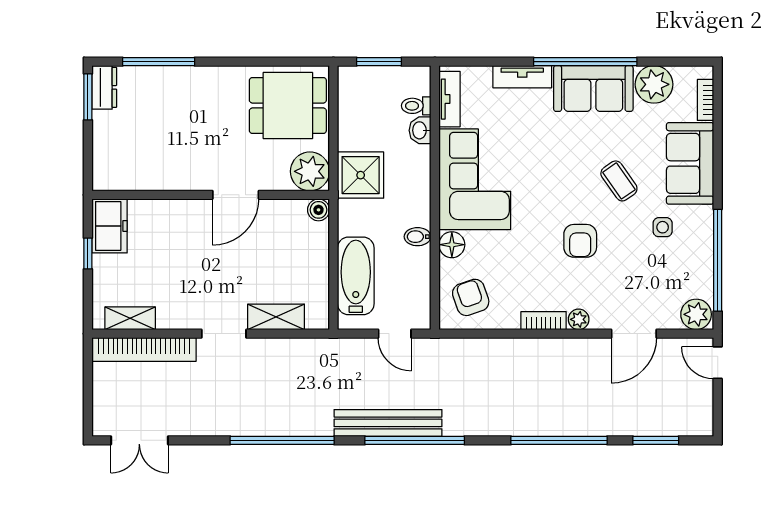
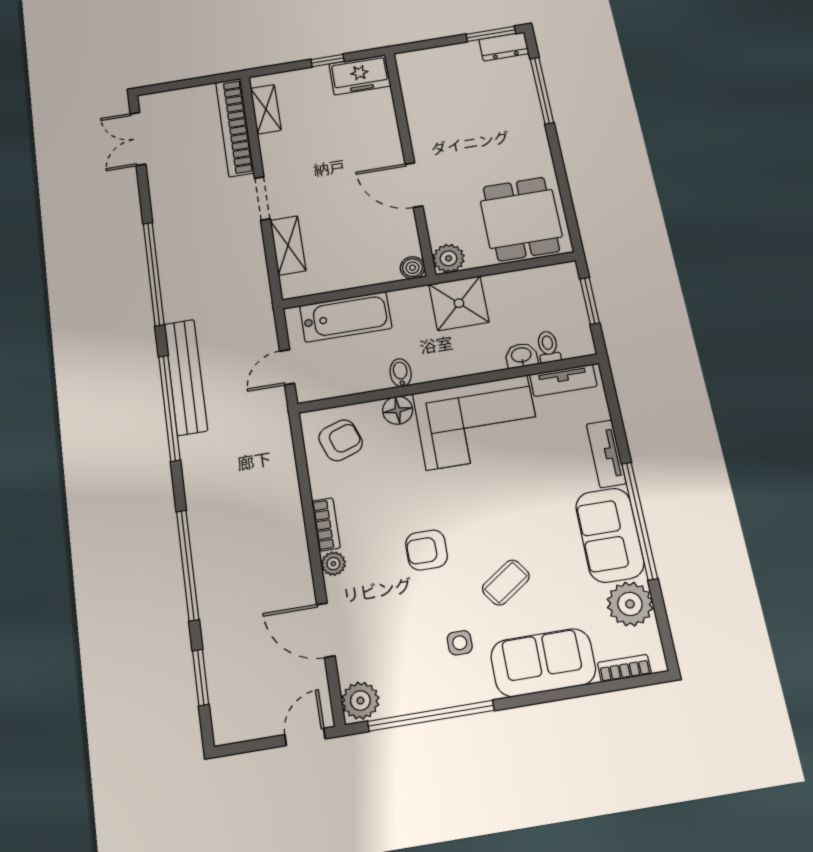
plant: (310, 171) -> (449, 258), width x0.73, depth x0.73

